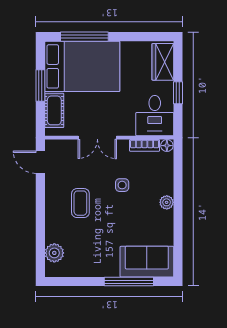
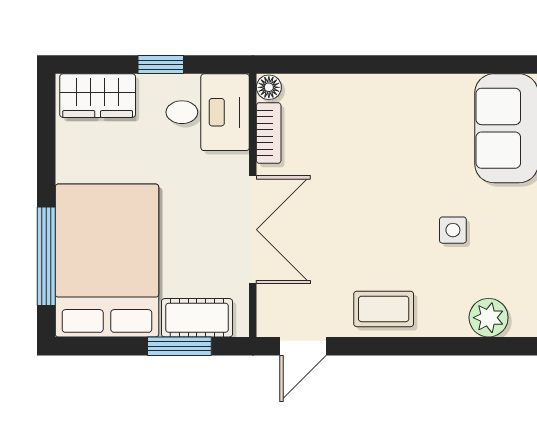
window: (40, 85) -> (179, 346), moved
double door: (97, 138) -> (253, 230), width x1.37
side table: (122, 185) -> (453, 230), moved
plant: (167, 202) -> (385, 88), removed
coffee table: (80, 203) -> (384, 309), moved

